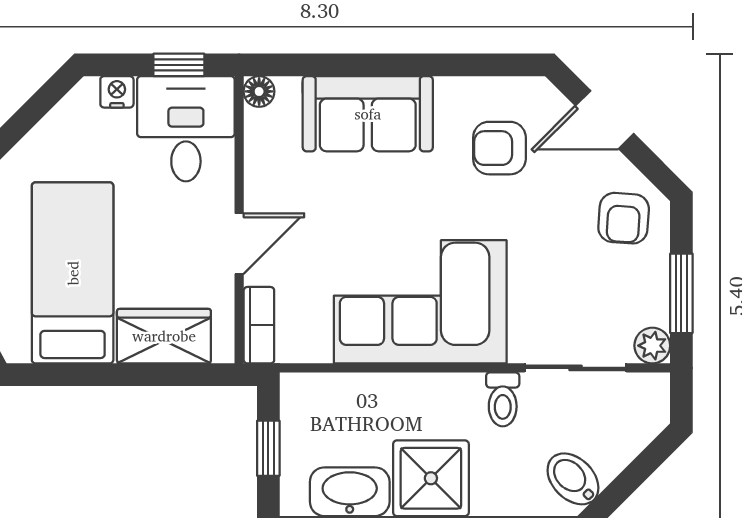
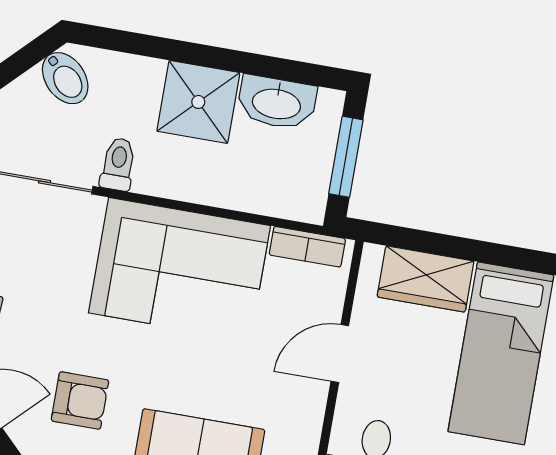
bookcase: (259, 325) -> (307, 247), moved, turned -90
window: (268, 448) -> (346, 157), width x1.50

